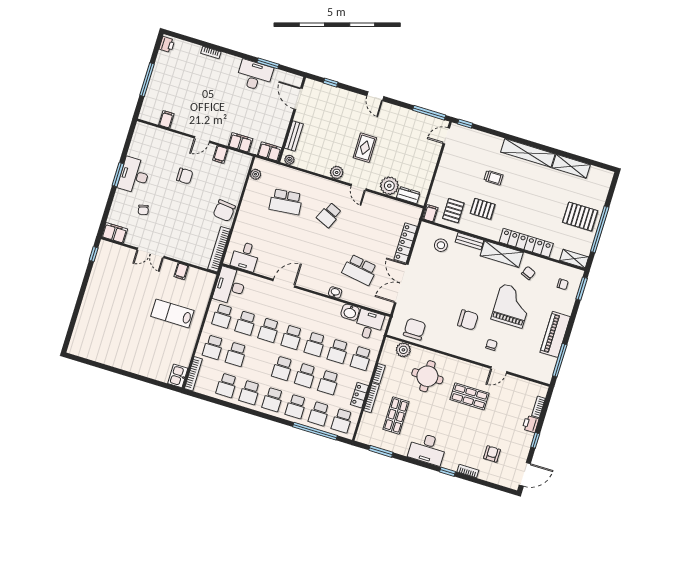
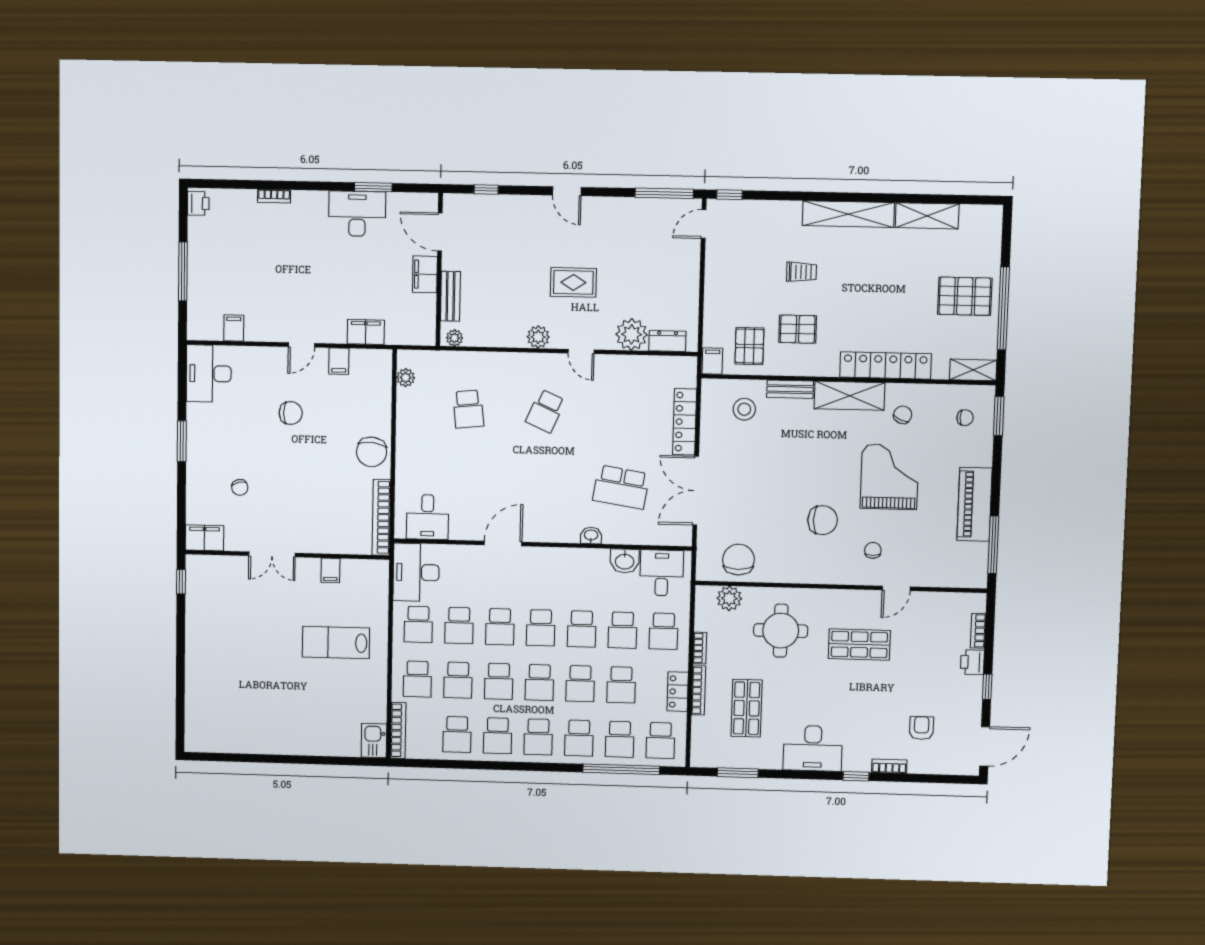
rug: (365, 148) -> (573, 282), turned 90
filing cabinet: (270, 151) -> (425, 274), moved, turned -90
desk: (134, 175) -> (209, 374), moved
school desk: (286, 202) -> (468, 409), width x0.54
school desk: (259, 361) -> (499, 681), added

